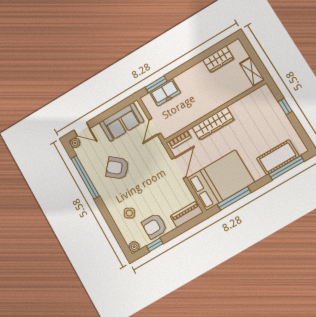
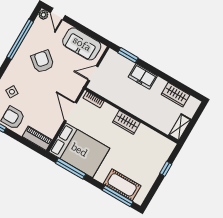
freezer: (165, 92) -> (143, 76), moved
wardrobe: (213, 123) -> (126, 122), width x0.67
door: (179, 168) -> (71, 112), swing flipped

